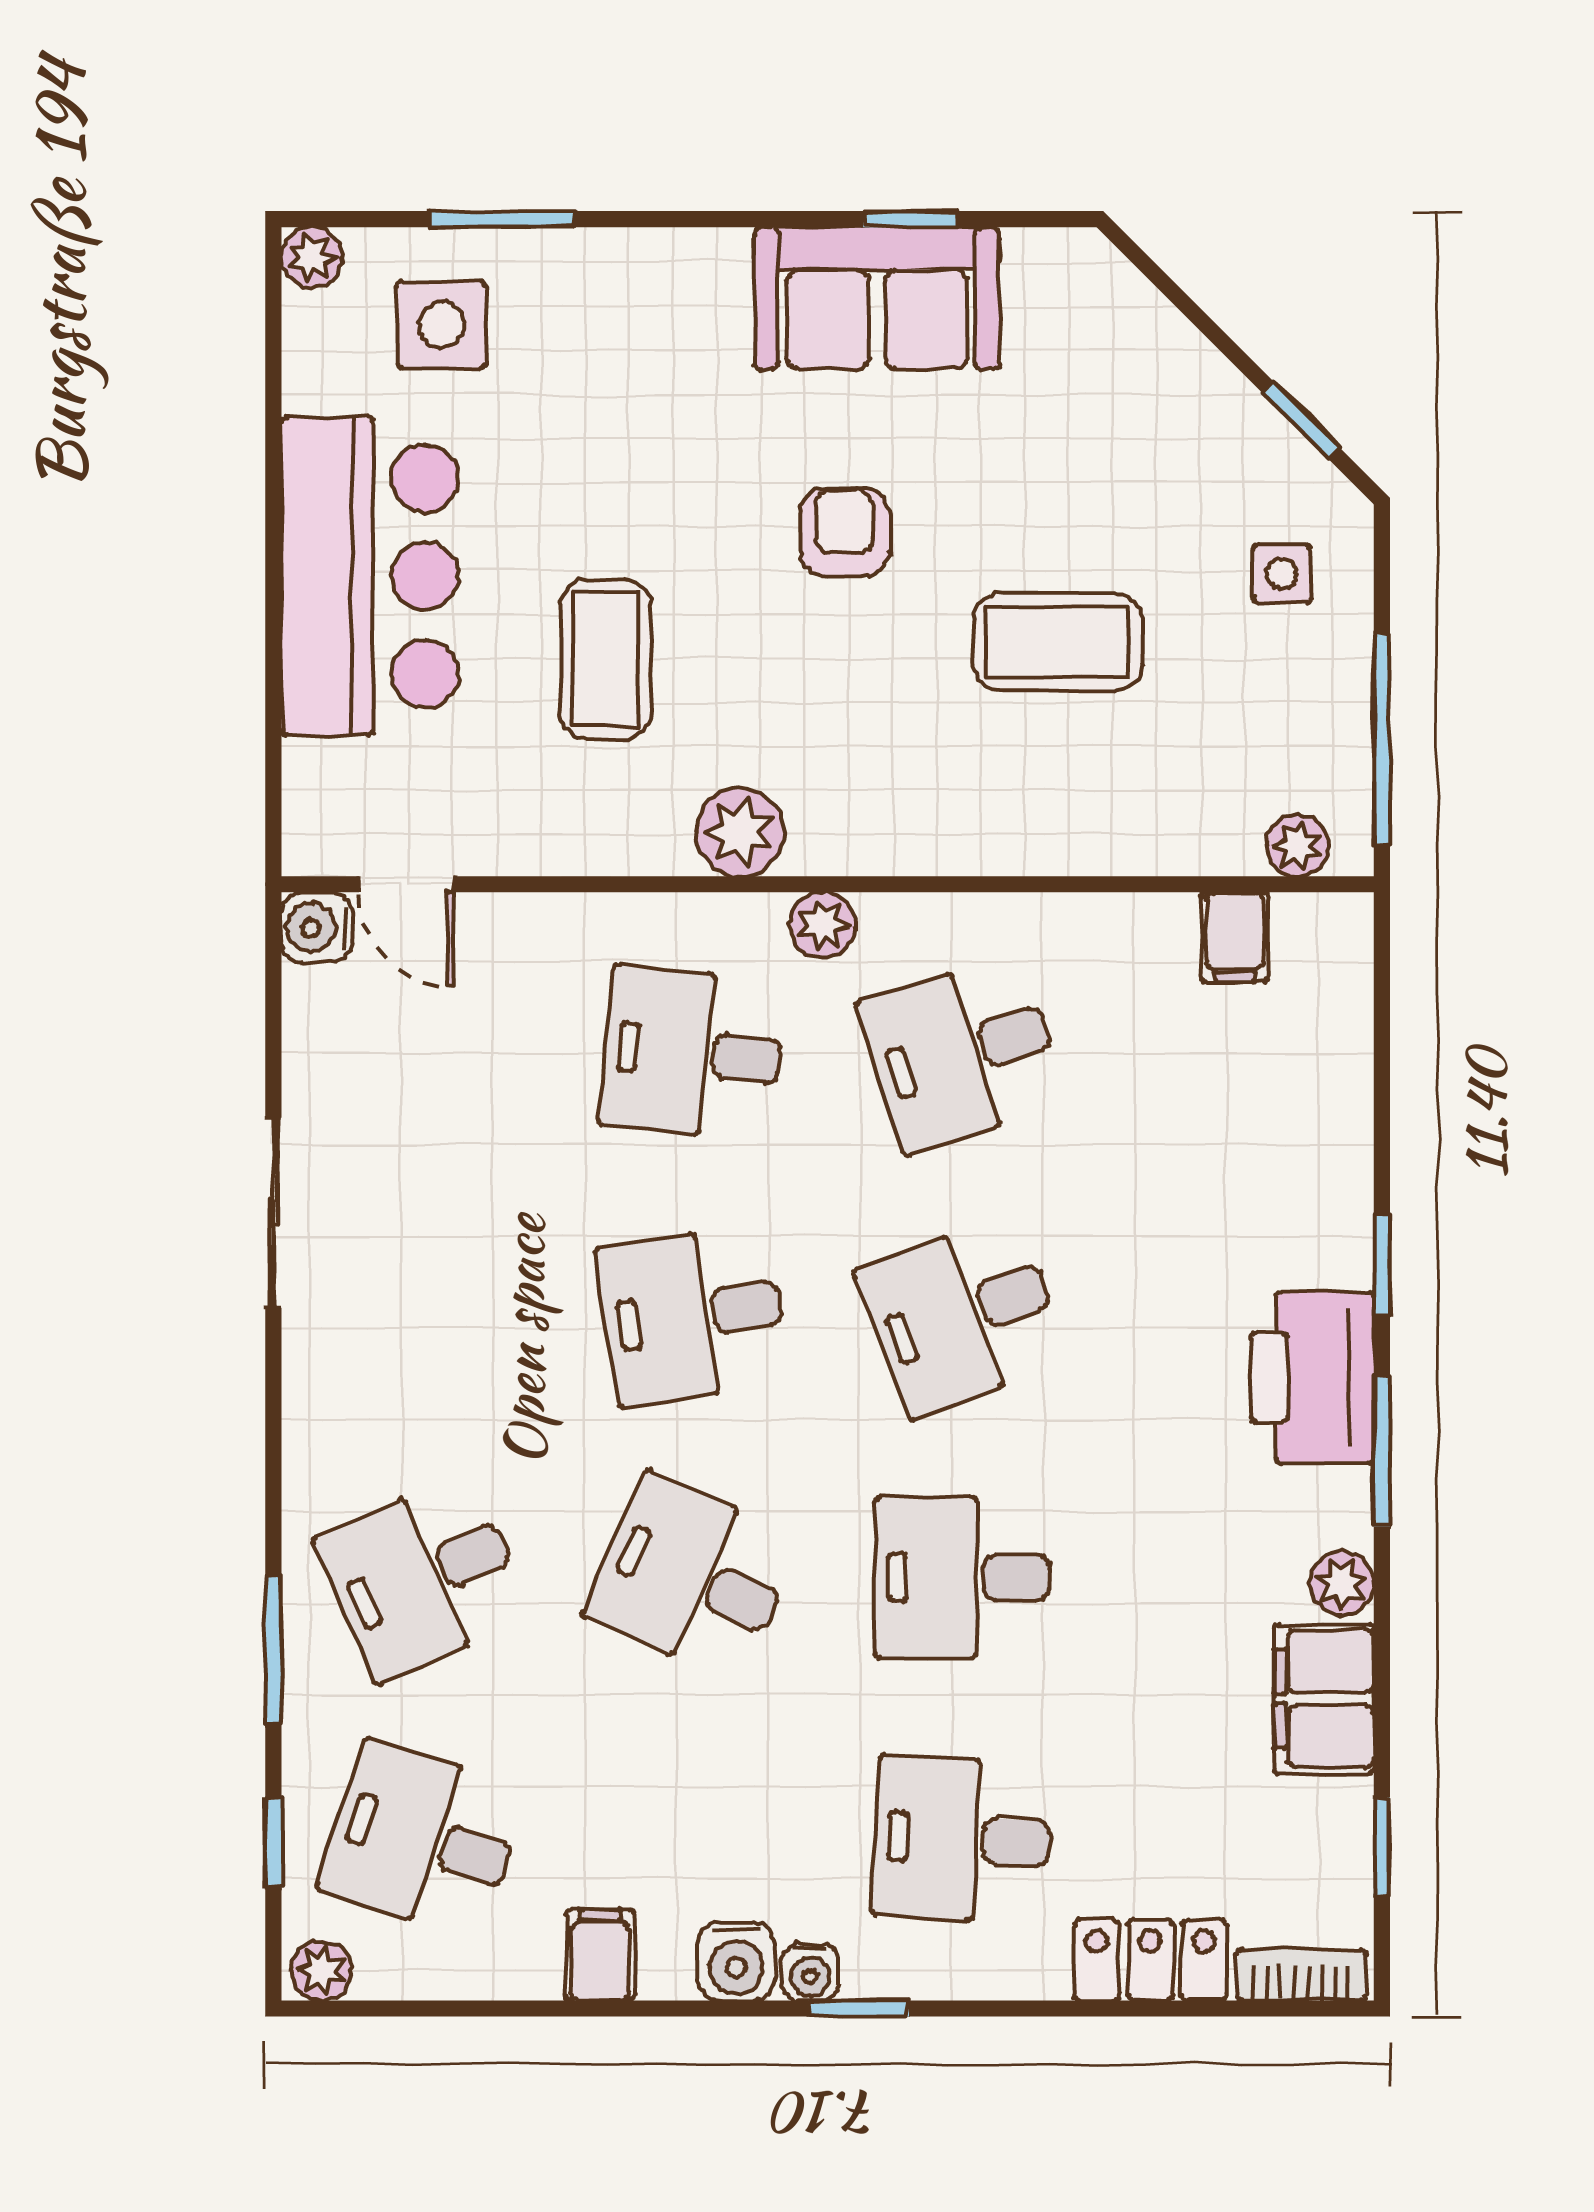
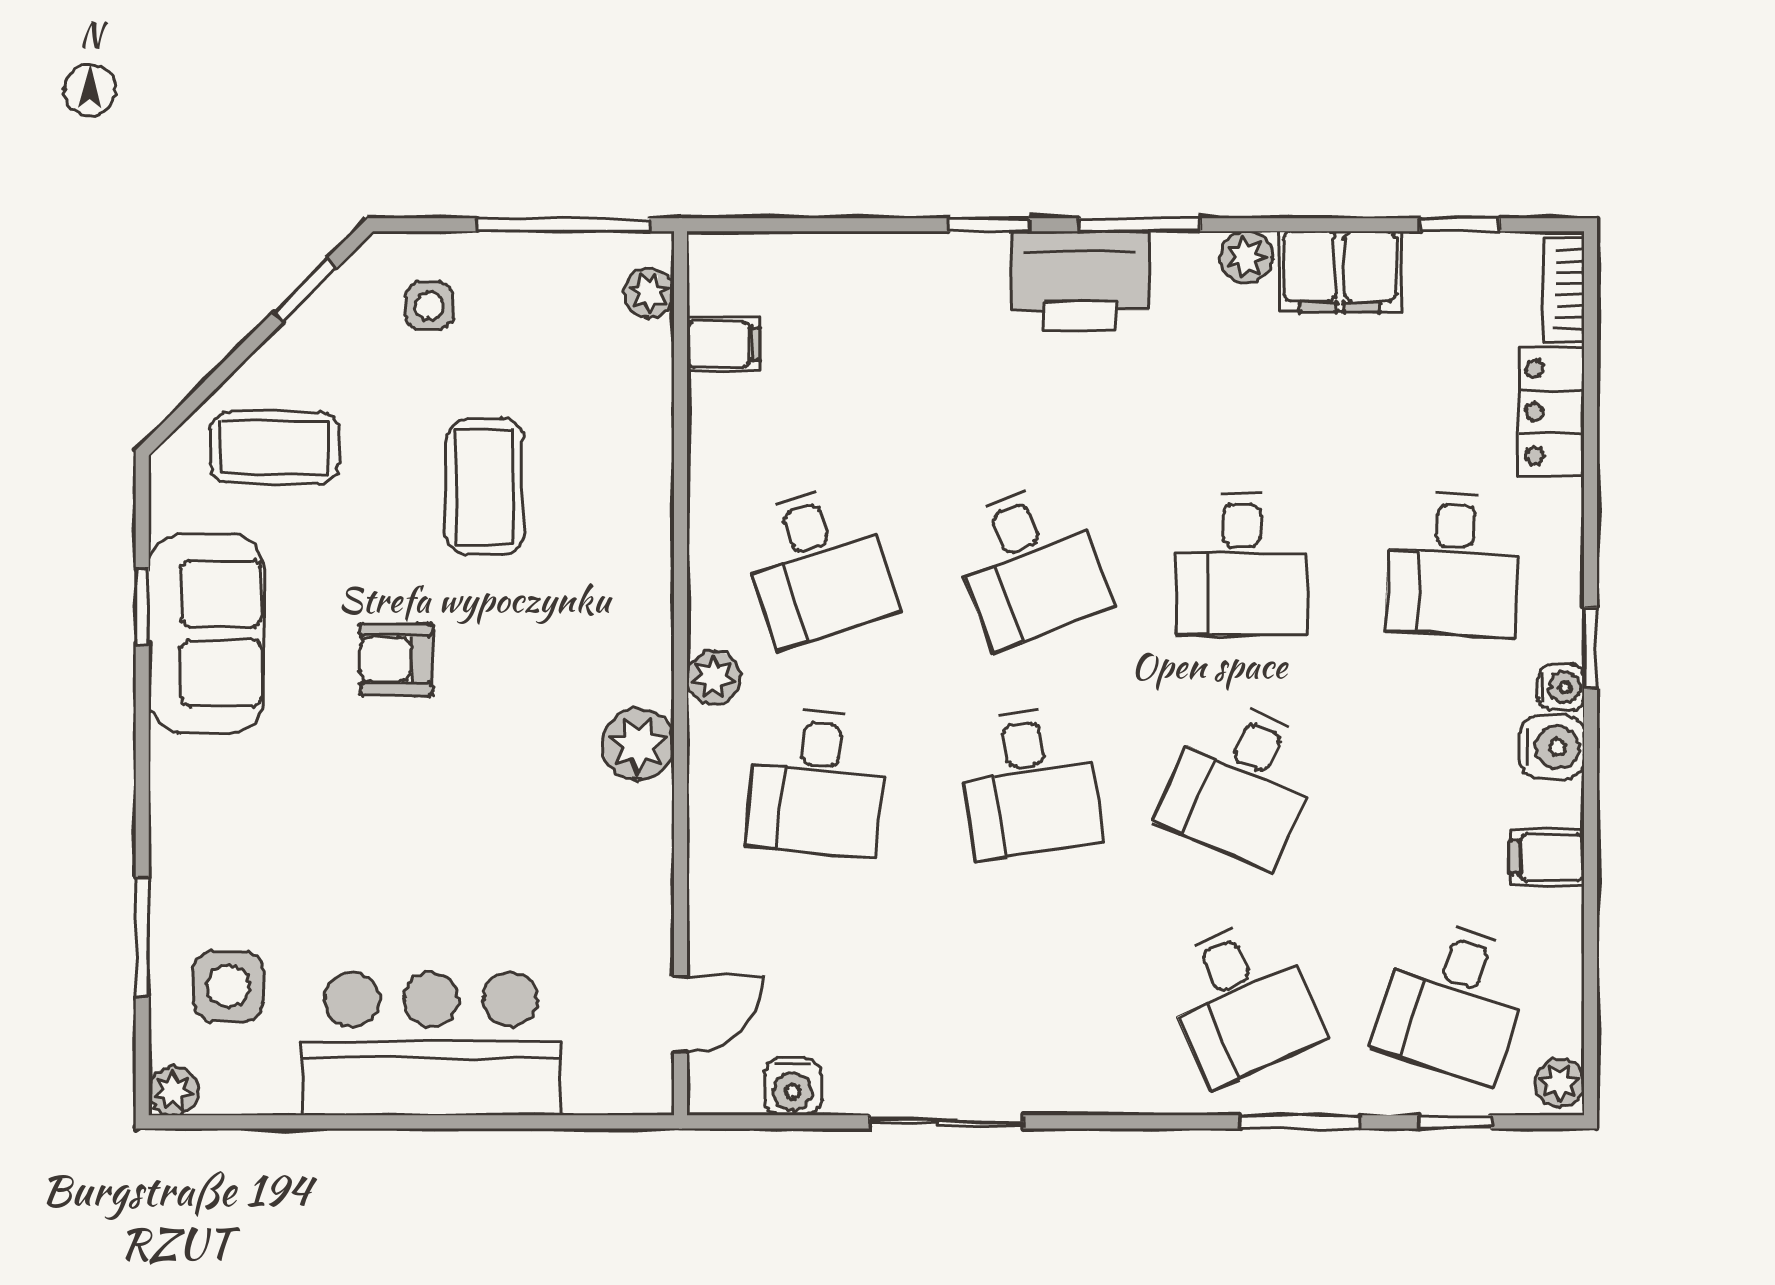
coffee table: (606, 659) -> (275, 447), moved
water cooler: (317, 927) -> (792, 1087), moved

